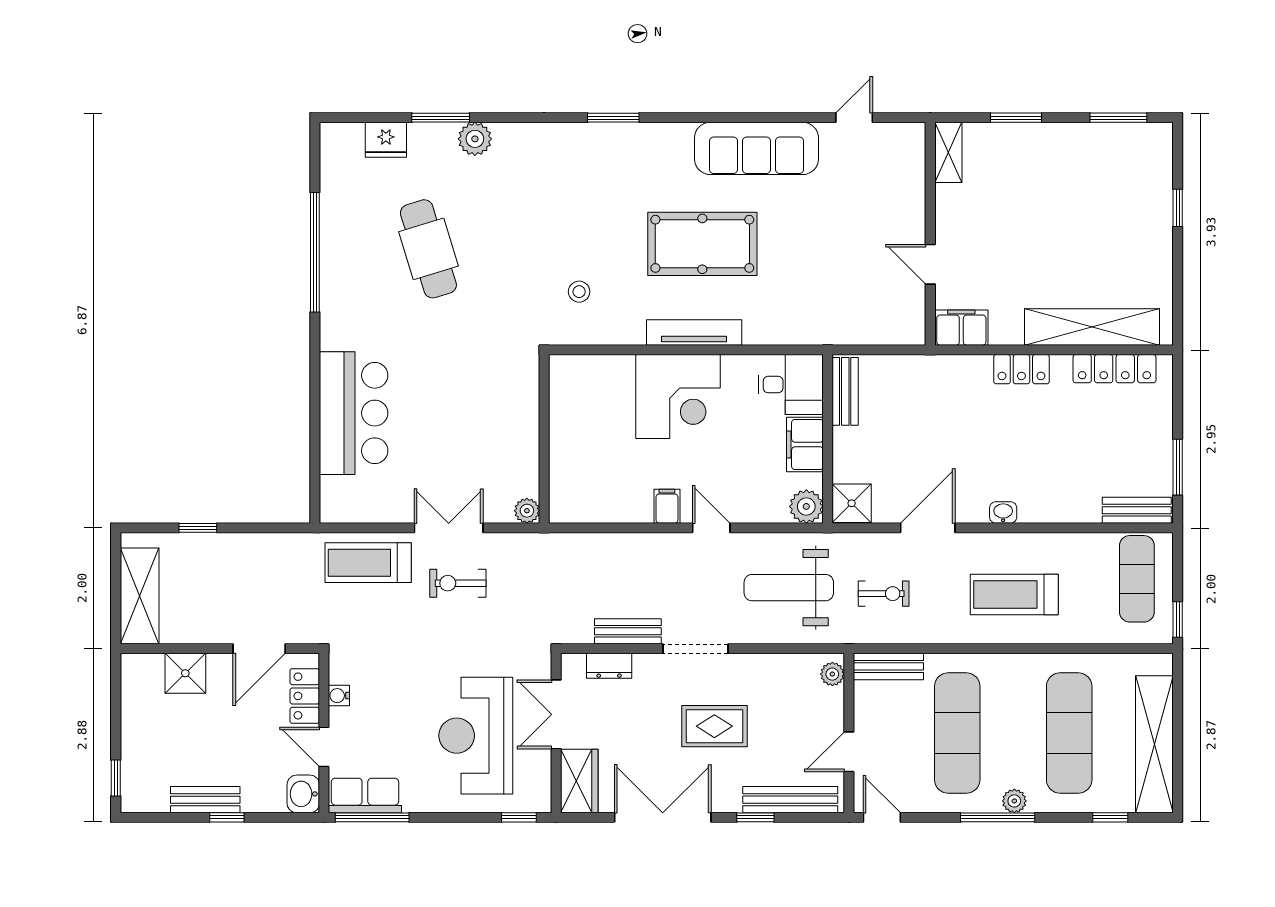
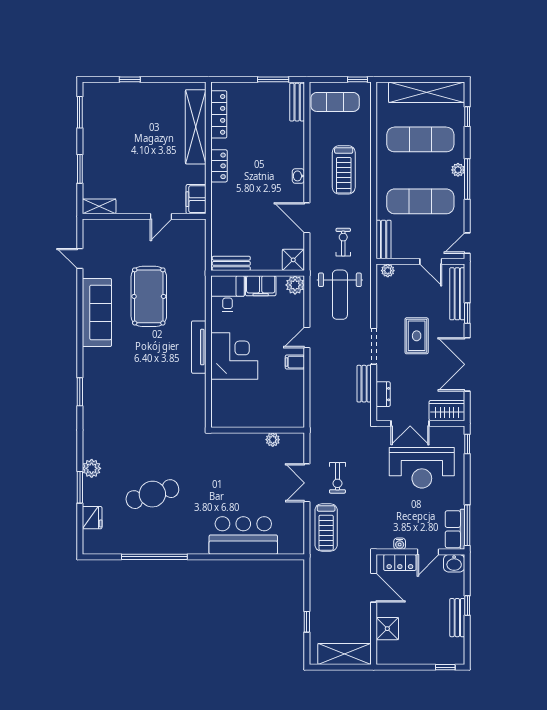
pool table: (702, 244) -> (149, 296), moved
stool: (579, 292) -> (176, 411), removed
plant: (527, 511) -> (273, 440), moved

